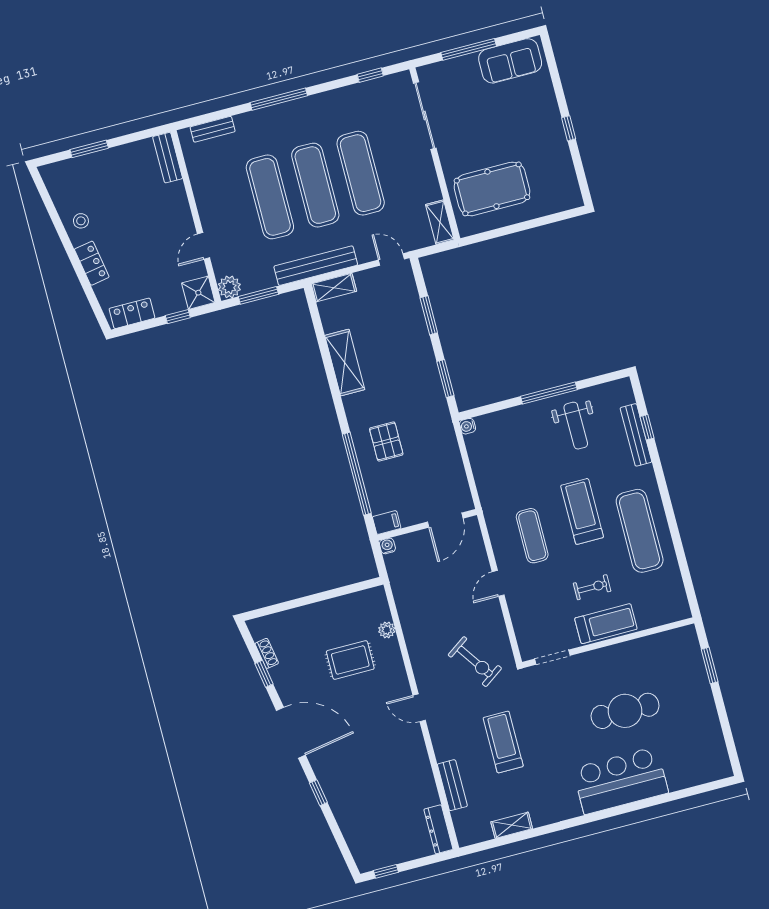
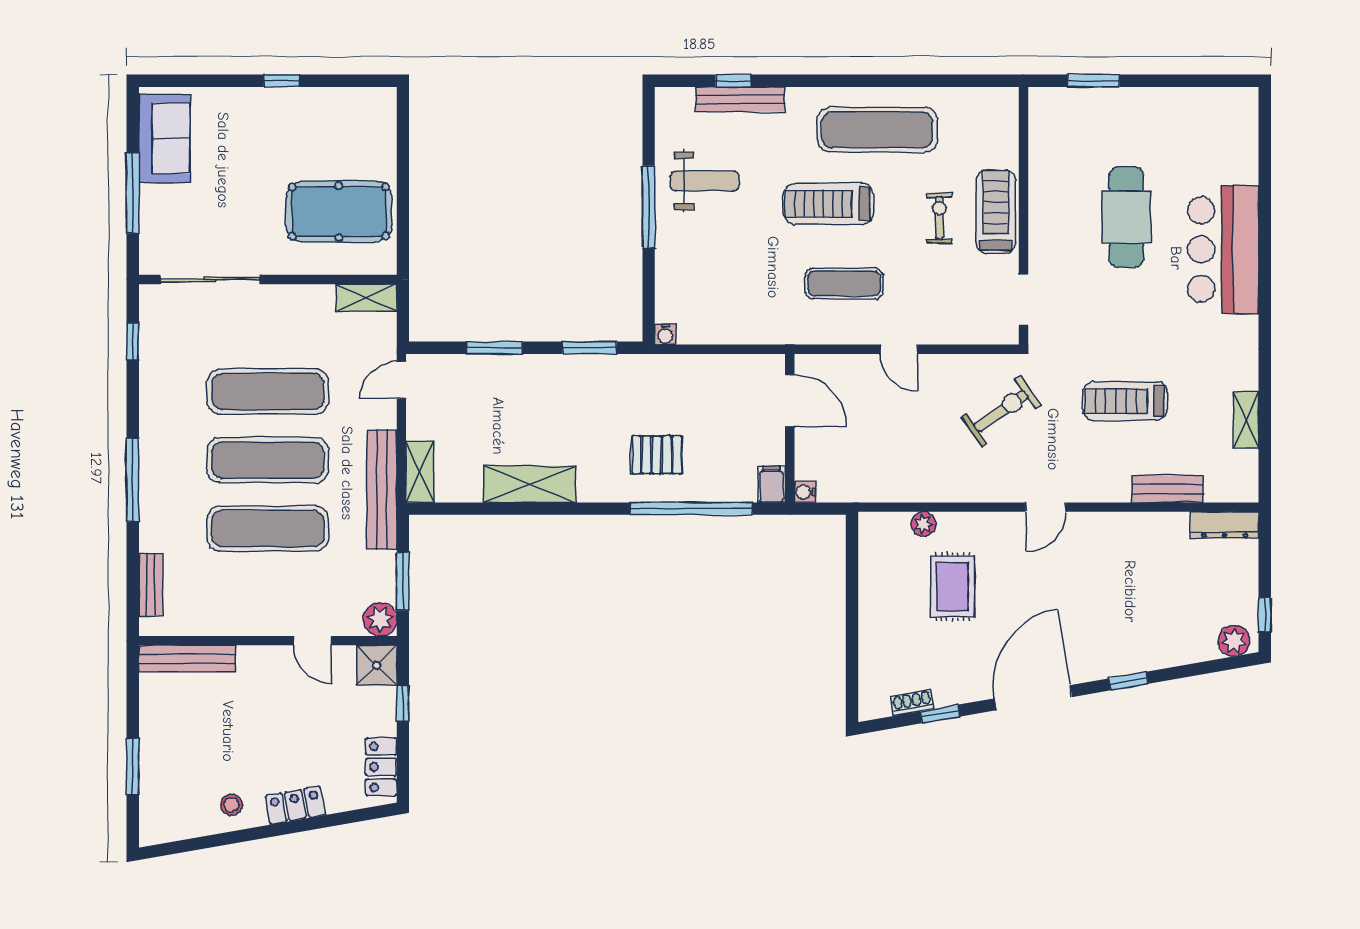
bench: (168, 158) -> (187, 659), width x1.36
pool table: (492, 189) -> (339, 212), turned 90
plant: (363, 856) -> (1234, 641), added

